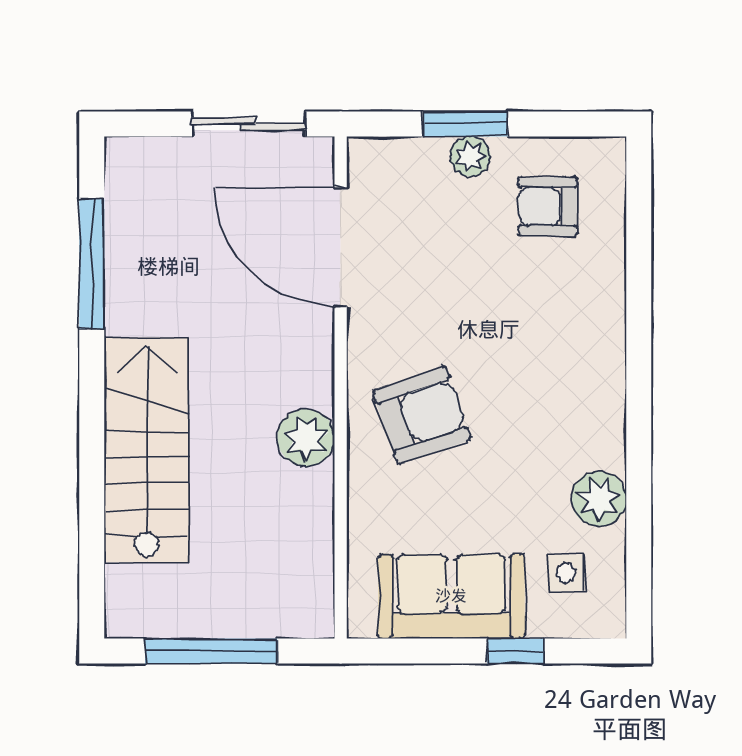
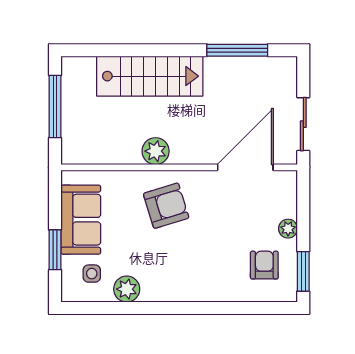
window: (465, 124) -> (303, 271), moved
armchair: (422, 415) -> (166, 206), turned -88
window: (515, 651) -> (55, 250), width x1.50

